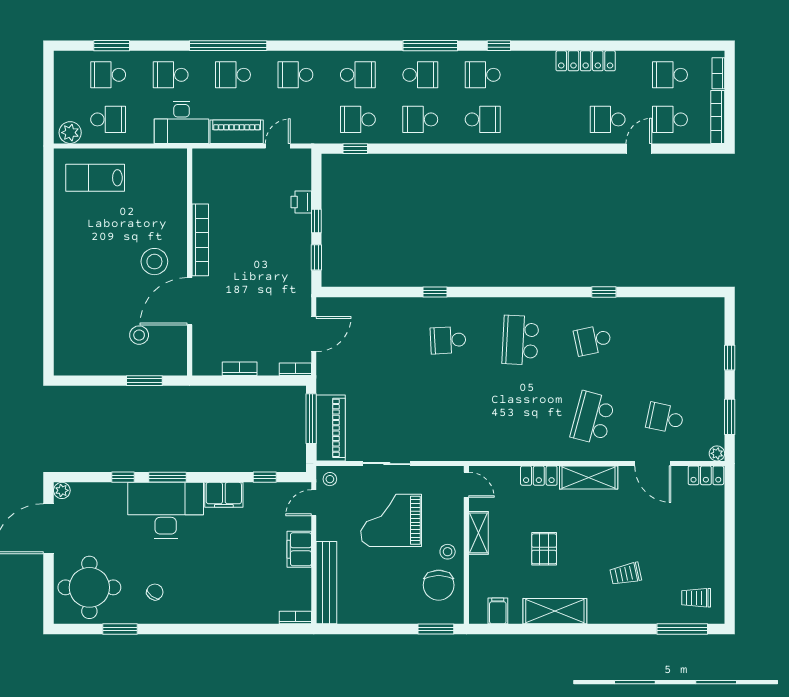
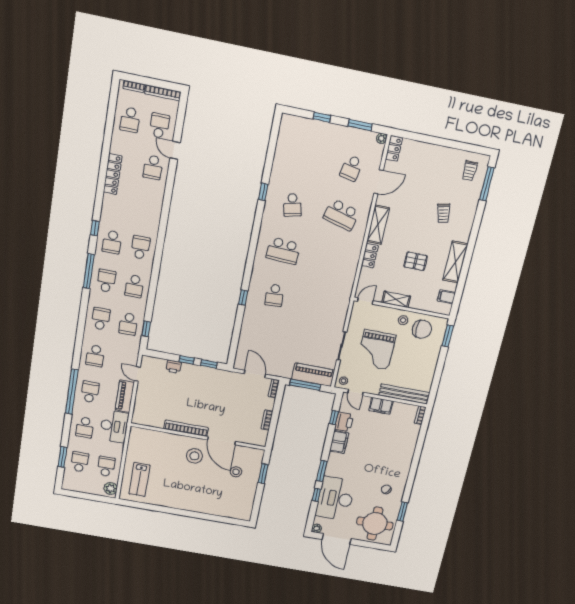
school desk: (108, 75) -> (80, 462), turned 180
school desk: (233, 75) -> (90, 392), turned 180
school desk: (670, 119) -> (159, 126), turned 180
printer: (260, 495) -> (344, 422), added
desk: (166, 510) -> (335, 498), moved

